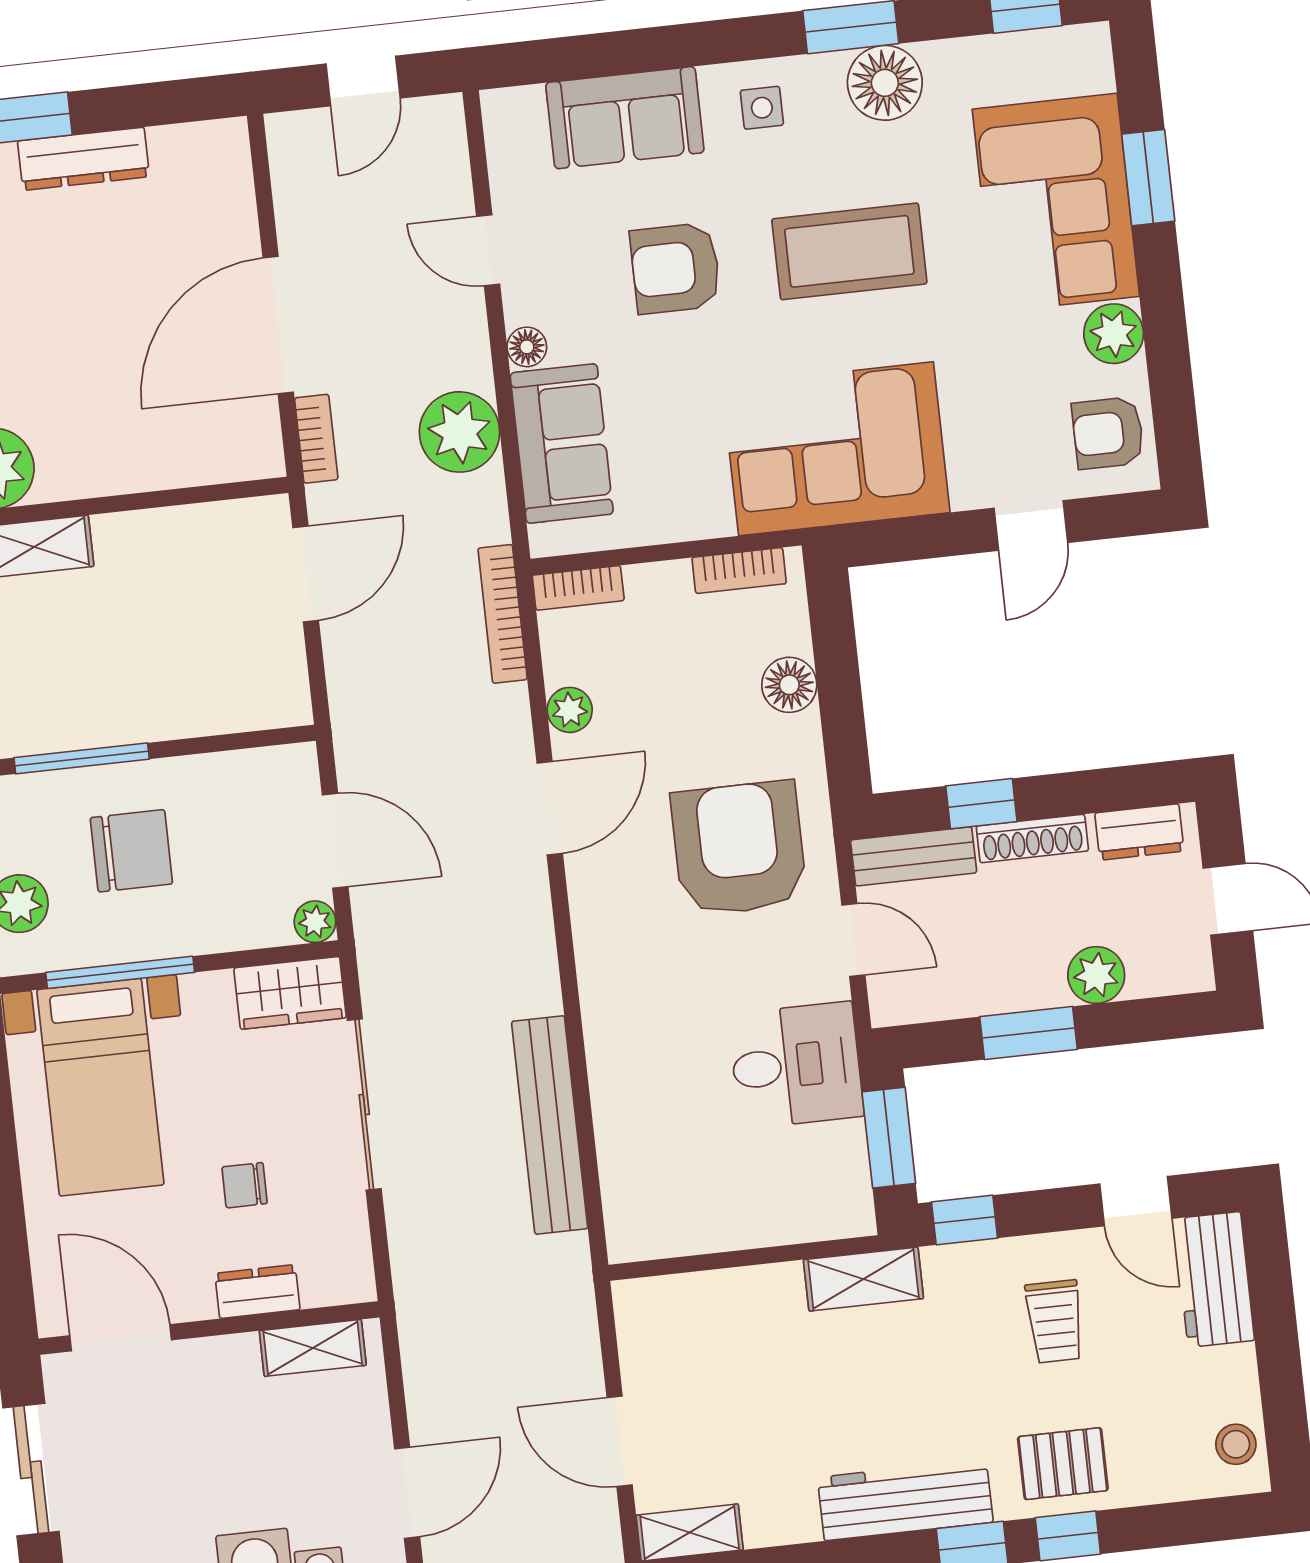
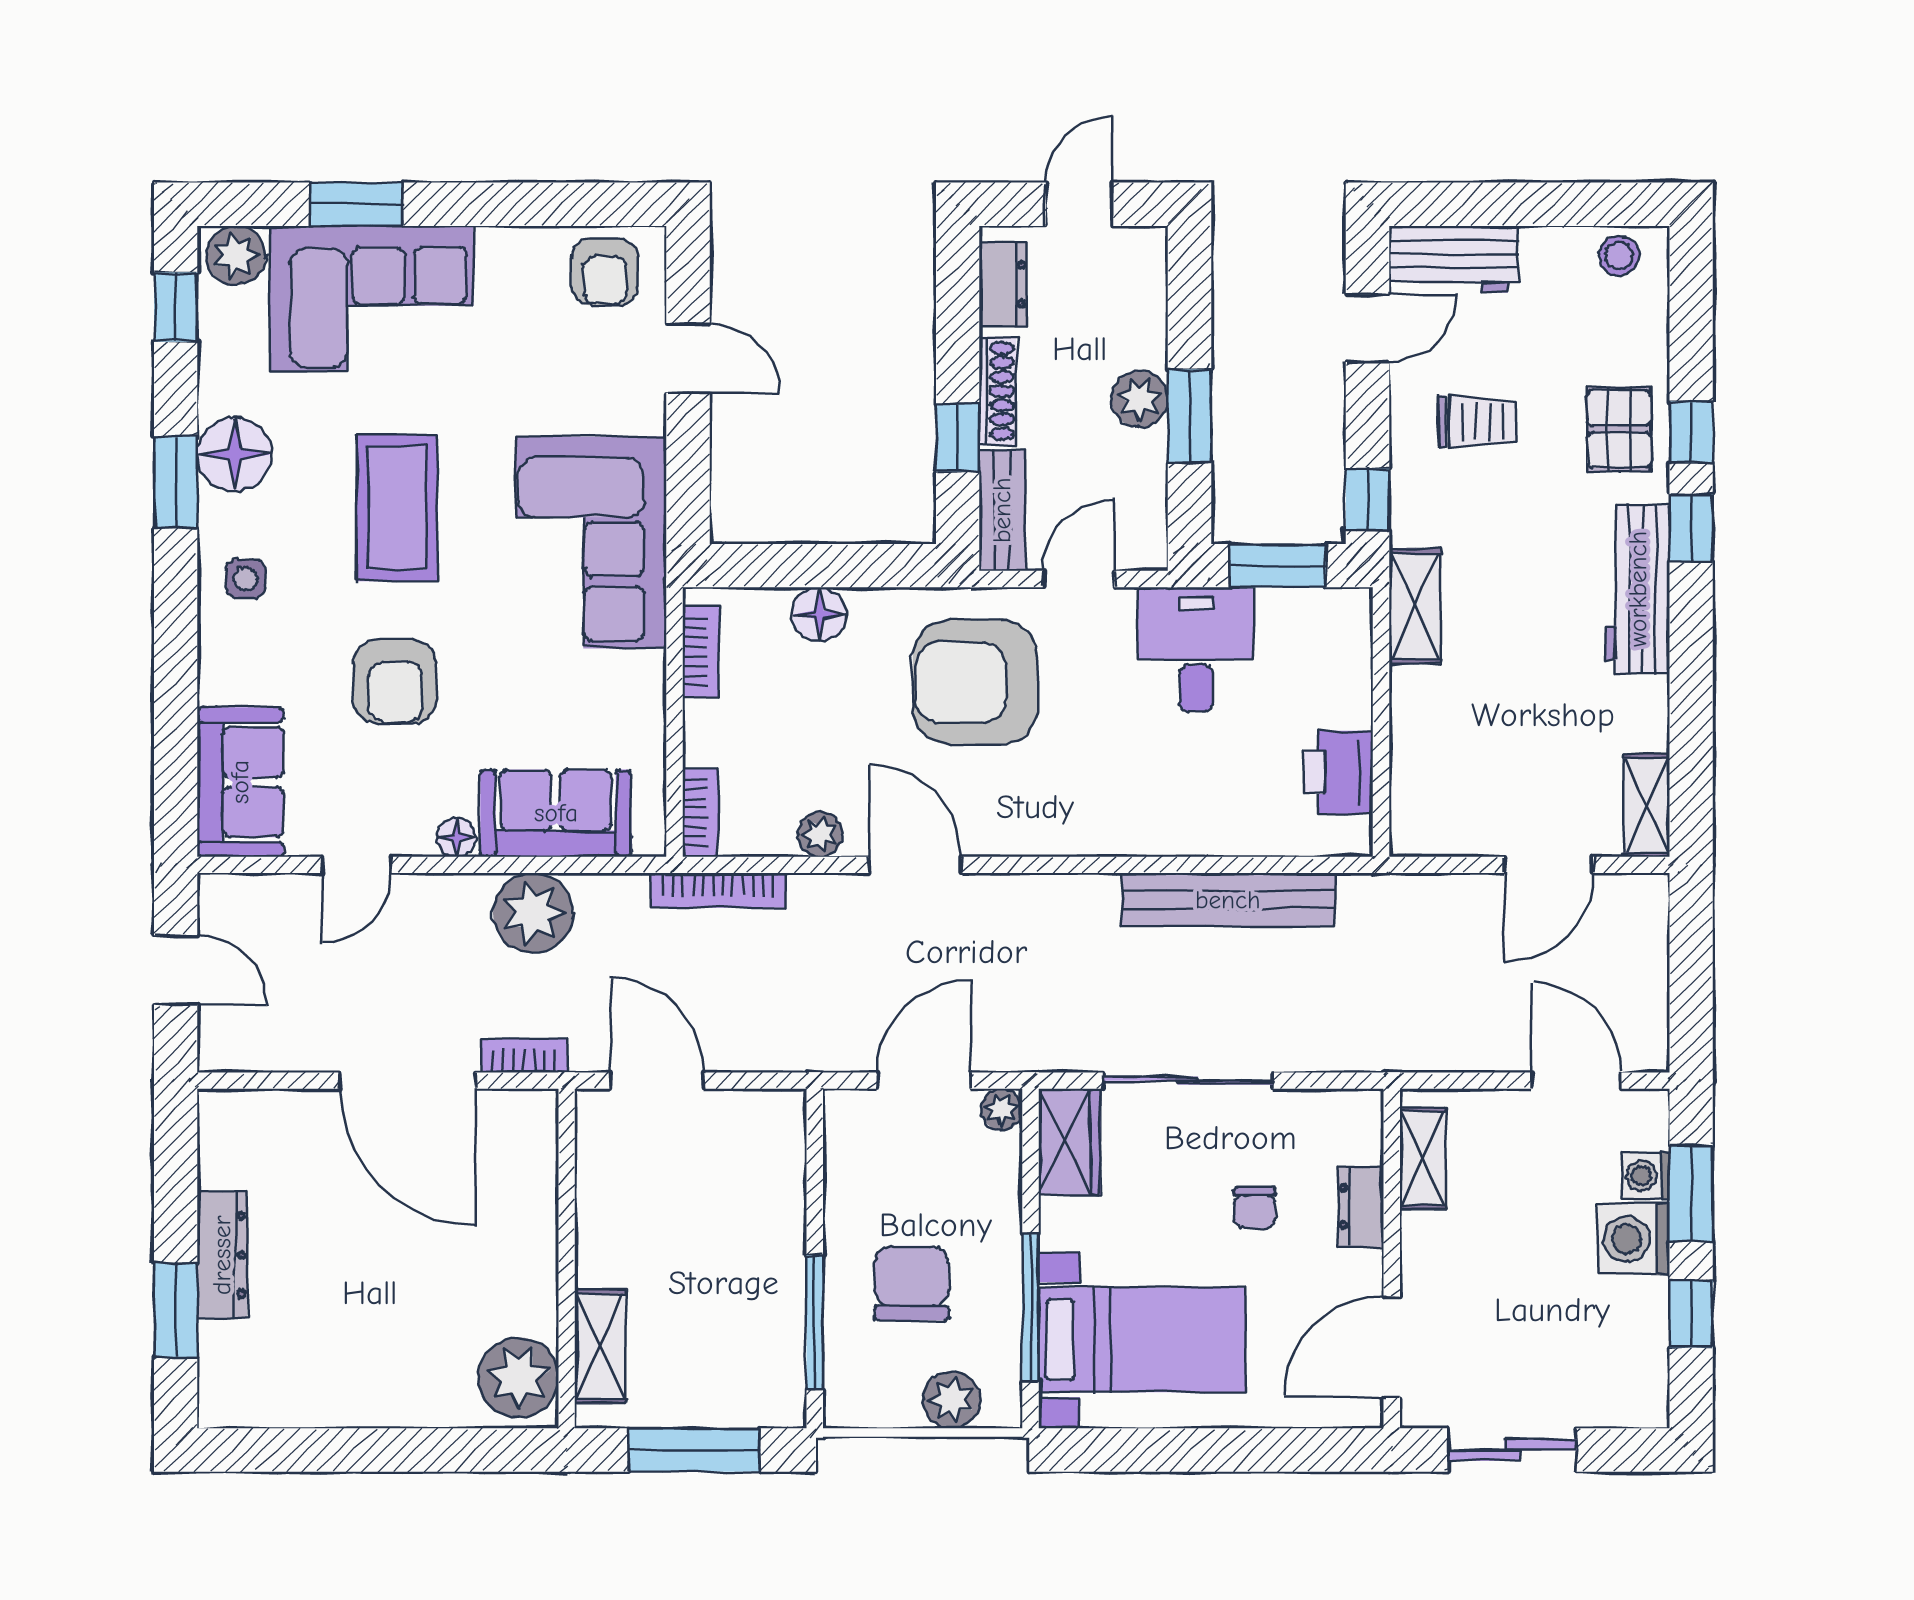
sofa: (625, 118) -> (240, 782), moved
plant: (1114, 334) -> (236, 255), moved
plant: (1096, 975) -> (1140, 399), moved
printer: (689, 1221) -> (1339, 772), added

